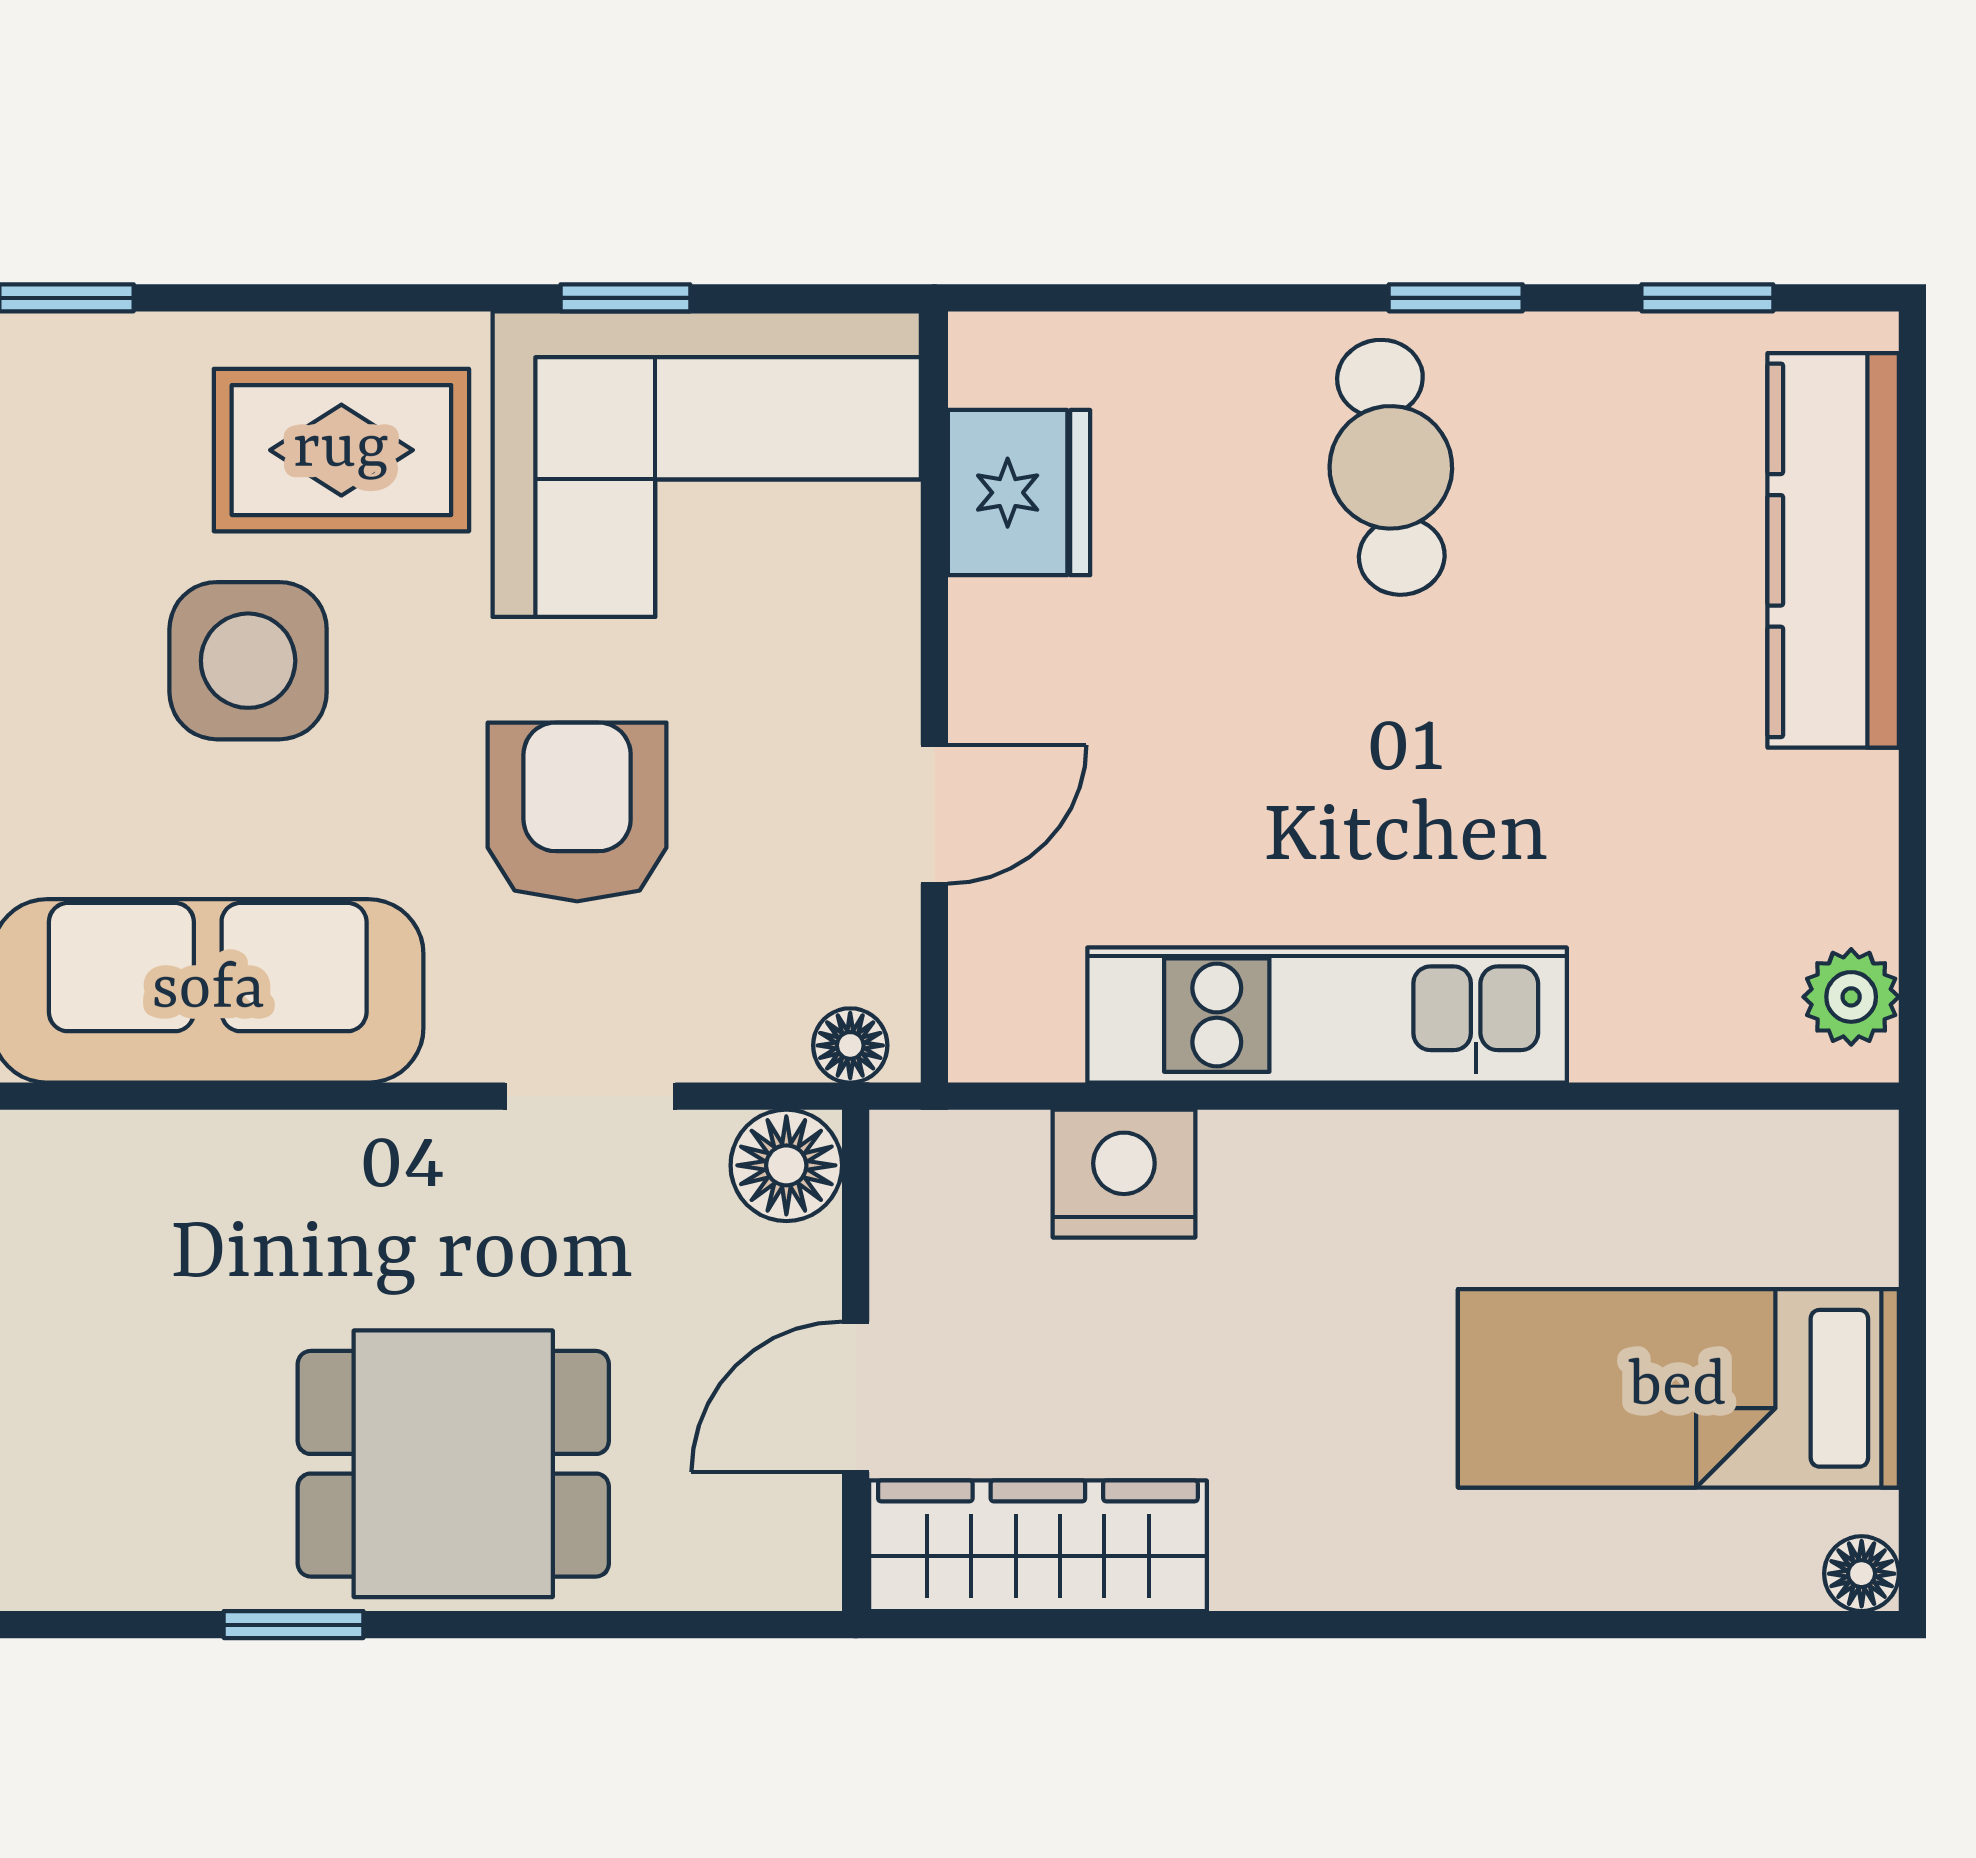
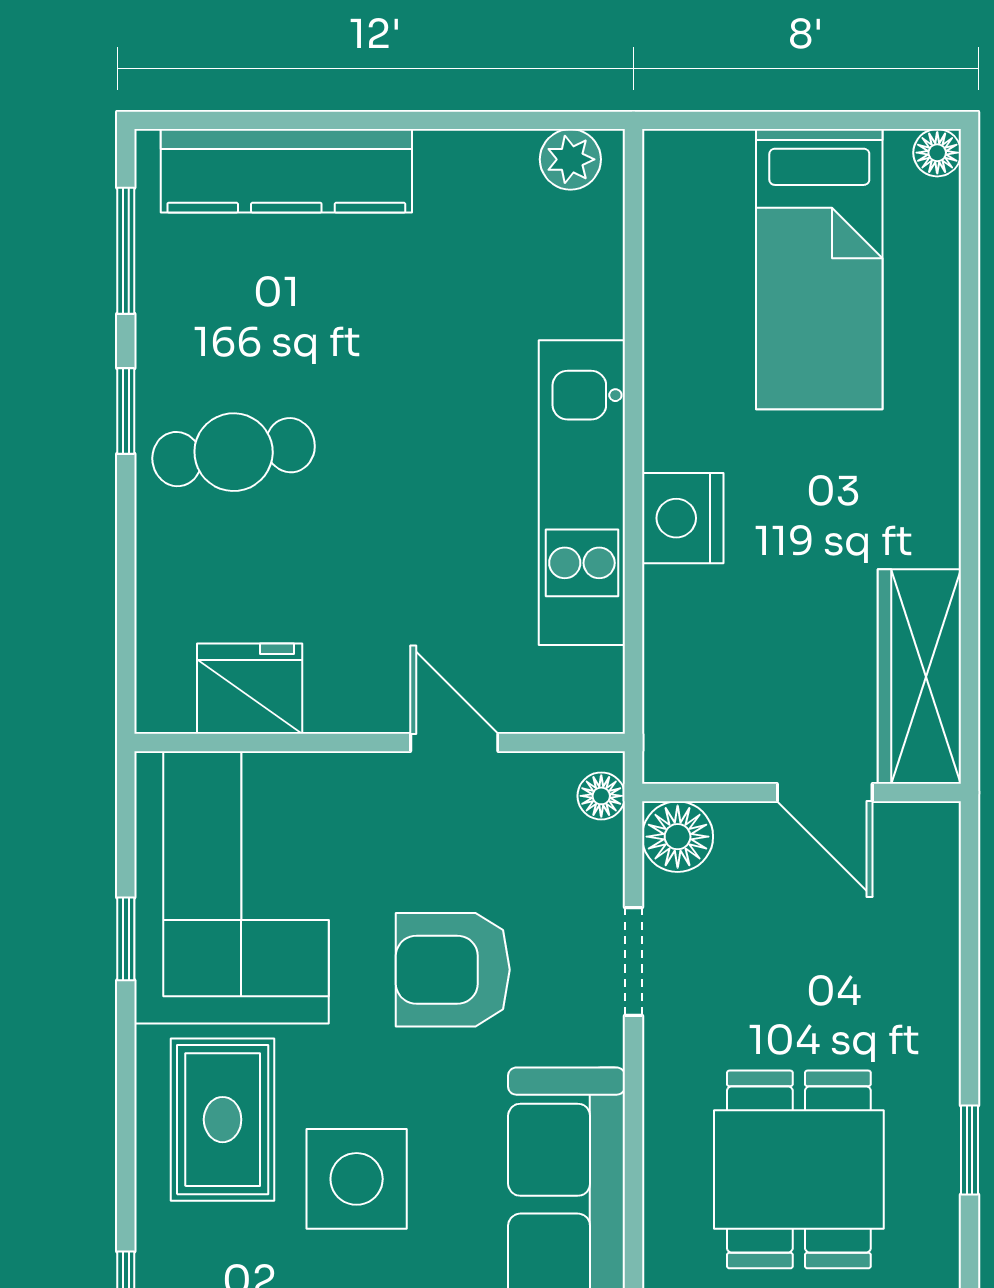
window: (1707, 298) -> (126, 251), width x1.50
nightstand: (1124, 1174) -> (683, 518), moved
dining table: (453, 1464) -> (799, 1169), moved

